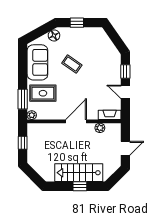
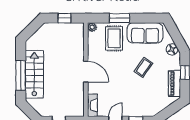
piano: (88, 33) -> (175, 83), added
window: (23, 99) -> (120, 18), moved
plant: (100, 128) -> (79, 96), removed
window: (80, 186) -> (21, 75), width x2.17

